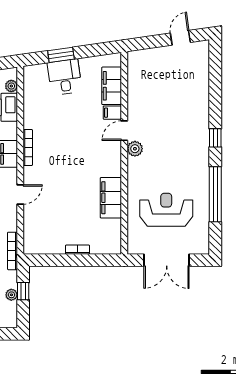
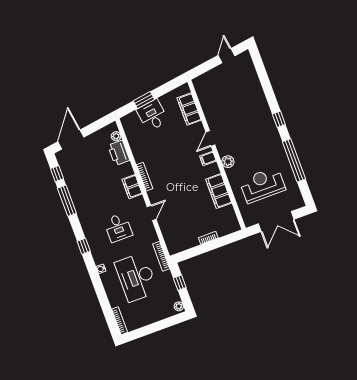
filing cabinet: (112, 113) -> (208, 159), moved
plant: (135, 149) -> (228, 162), moved
plant: (11, 295) -> (179, 306), moved

